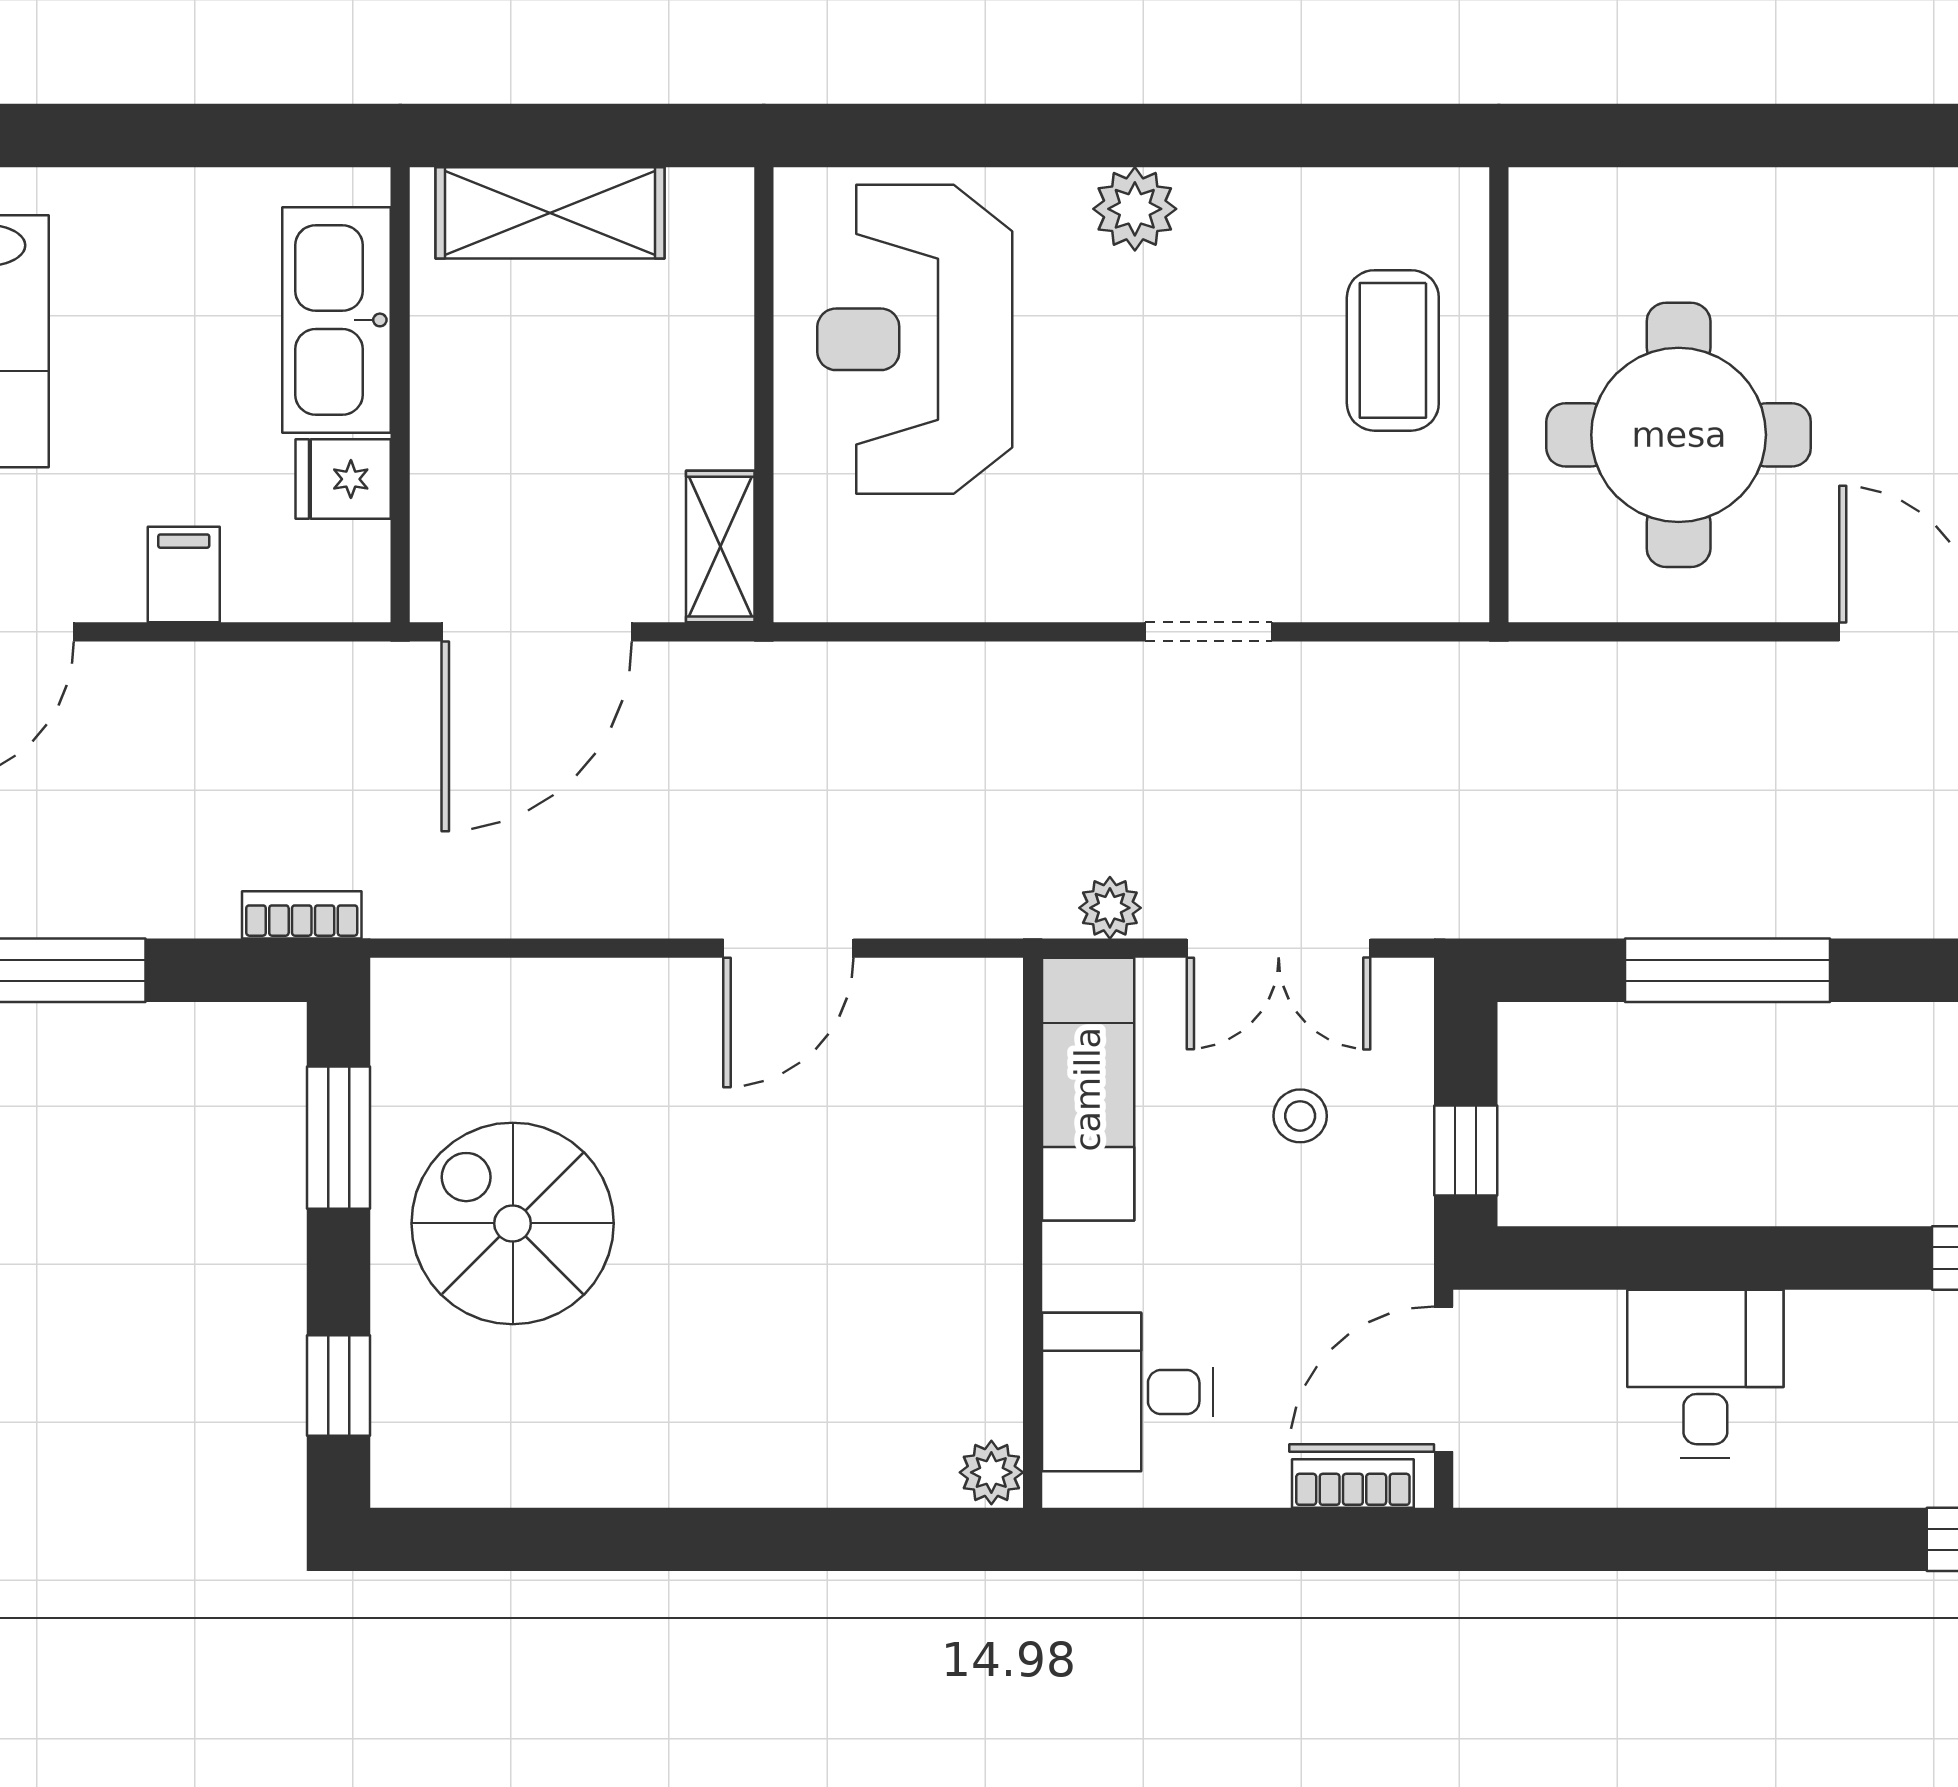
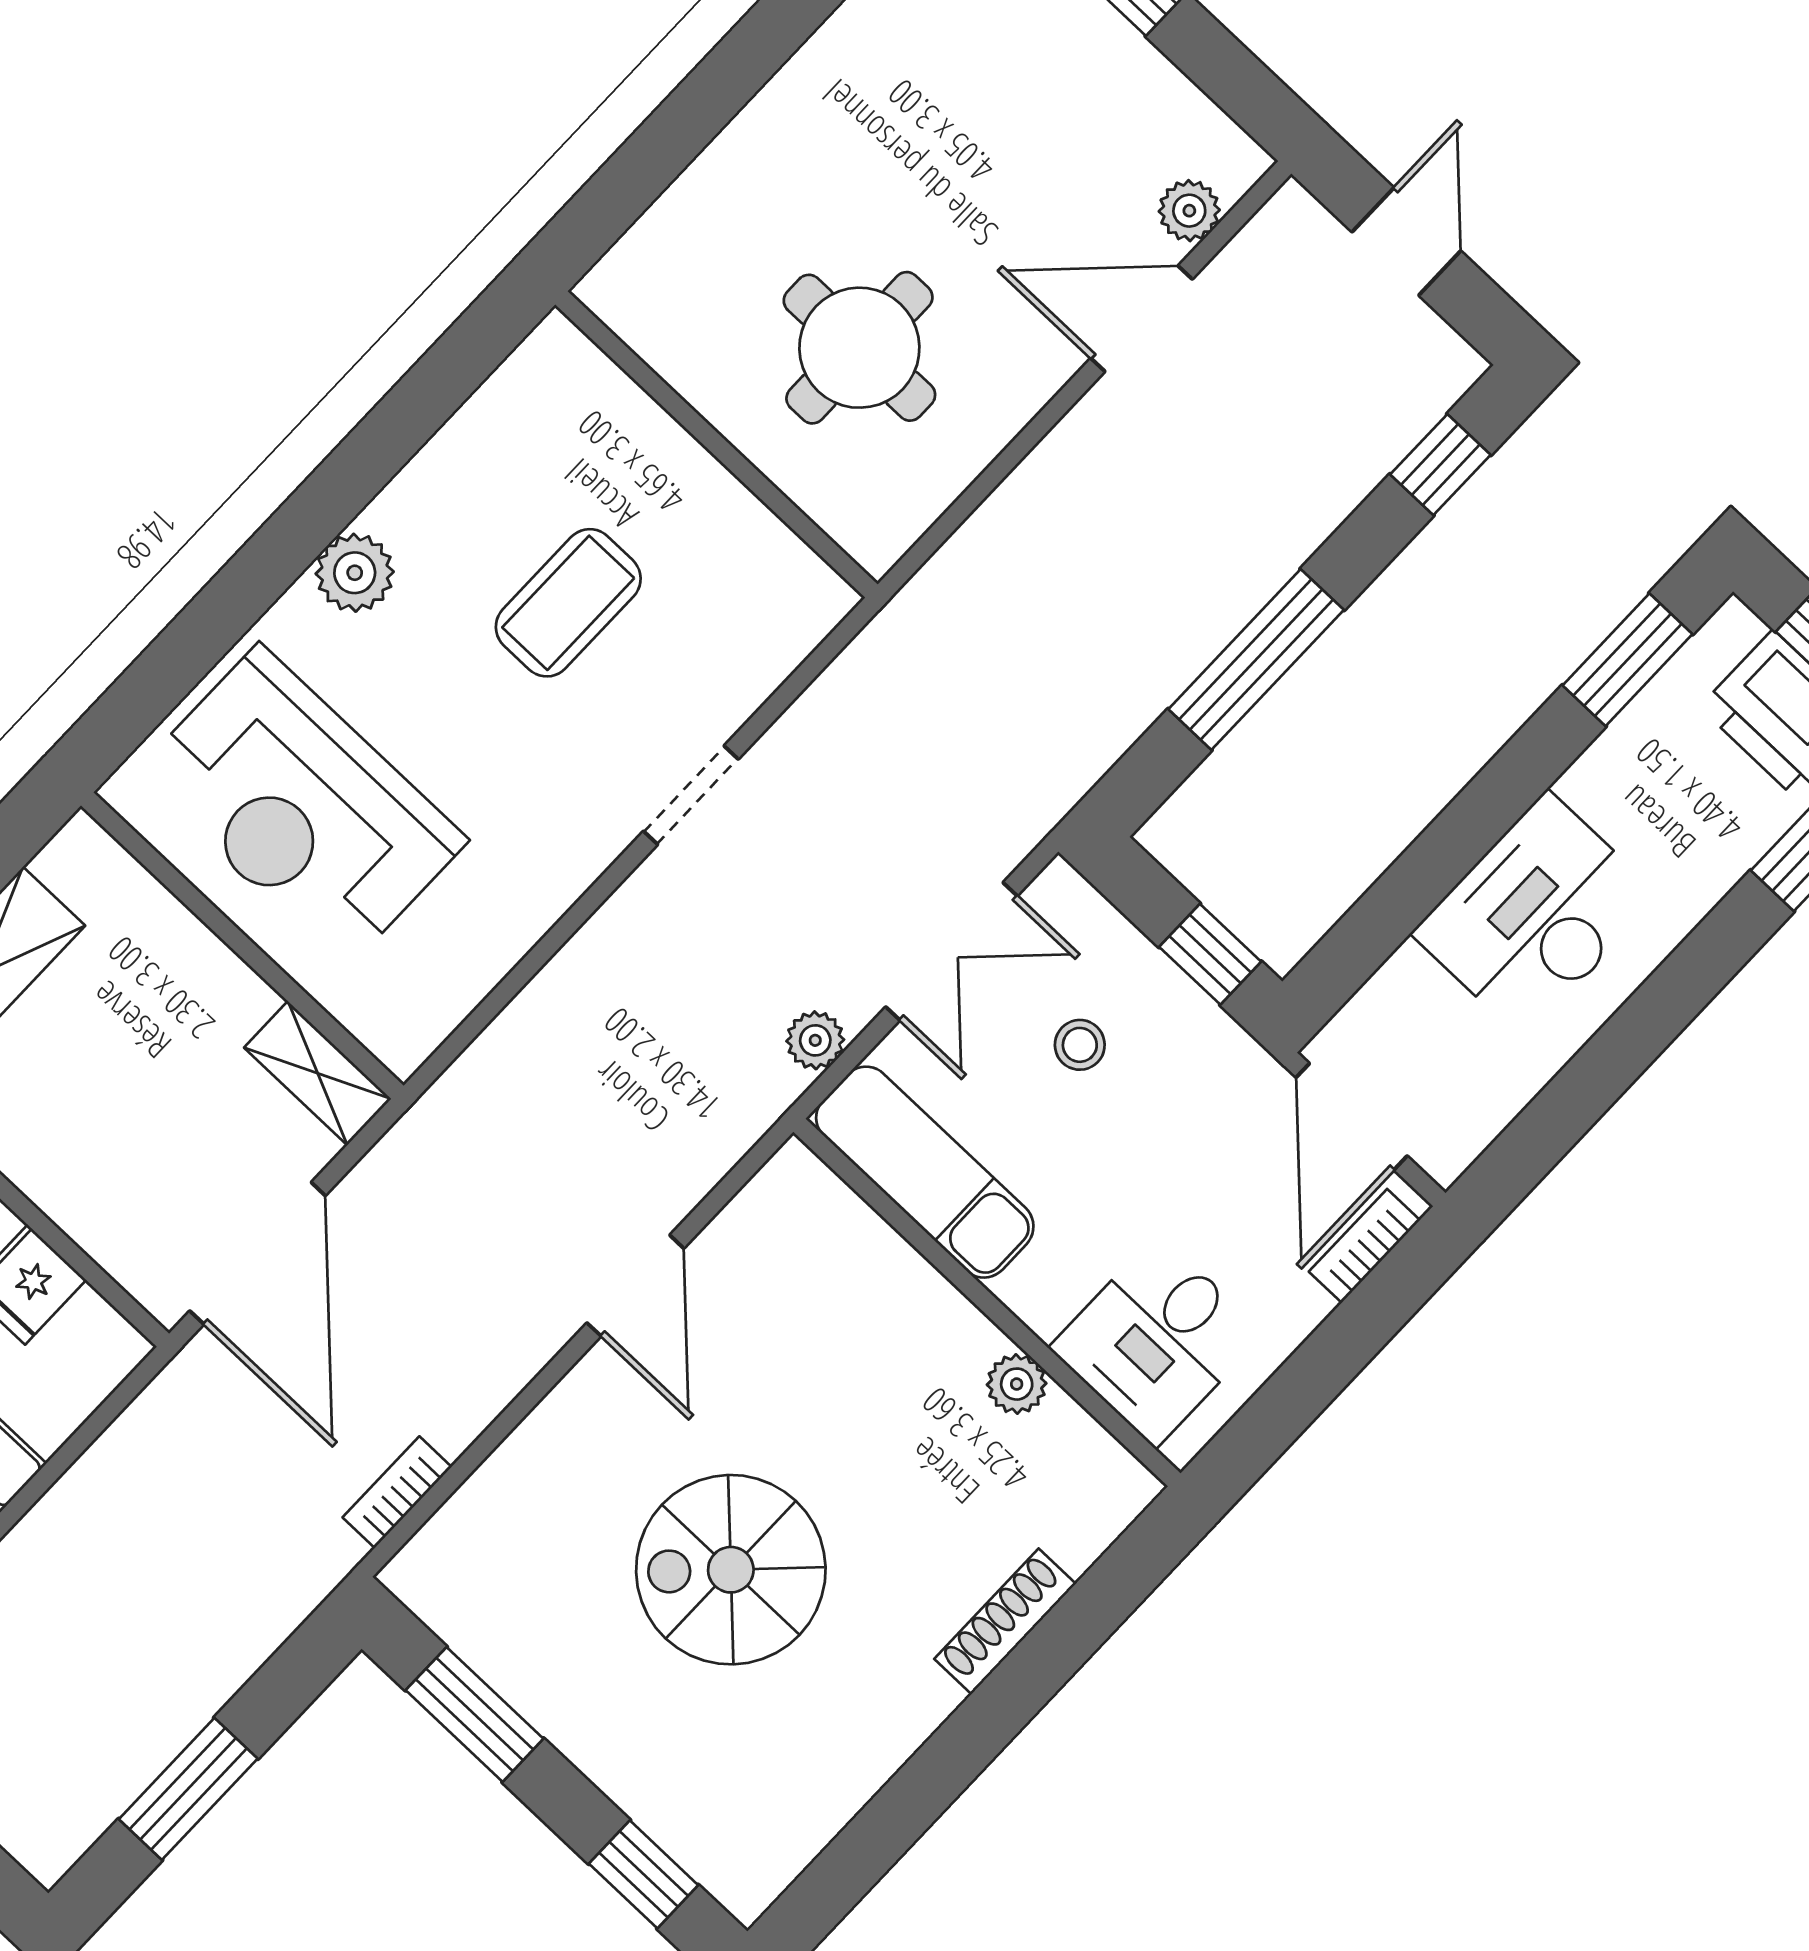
coffee table: (1393, 350) -> (568, 603), moved, turned 90
round table: (1679, 435) -> (859, 348), width x0.73, depth x0.73
bookcase: (302, 915) -> (397, 1492), moved
spiral stairs: (513, 1223) -> (731, 1570), moved
desk: (1705, 1374) -> (1536, 915), width x1.37
plant: (991, 1472) -> (1017, 1384), moved
shoe rack: (799, 1480) -> (1005, 1621), added

